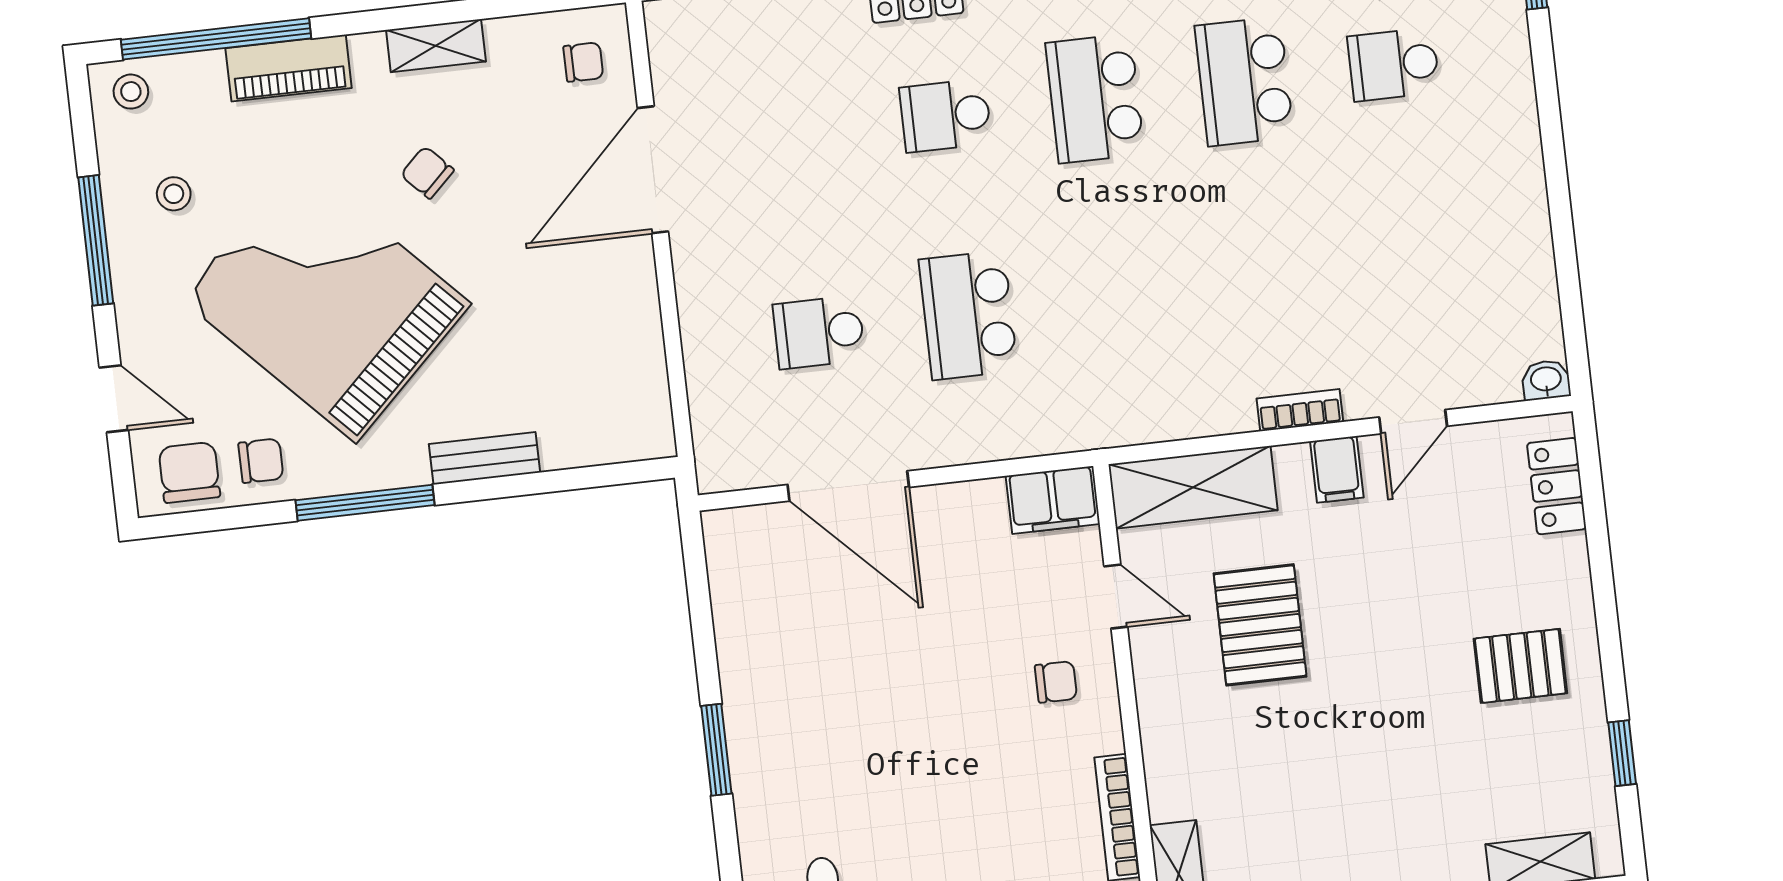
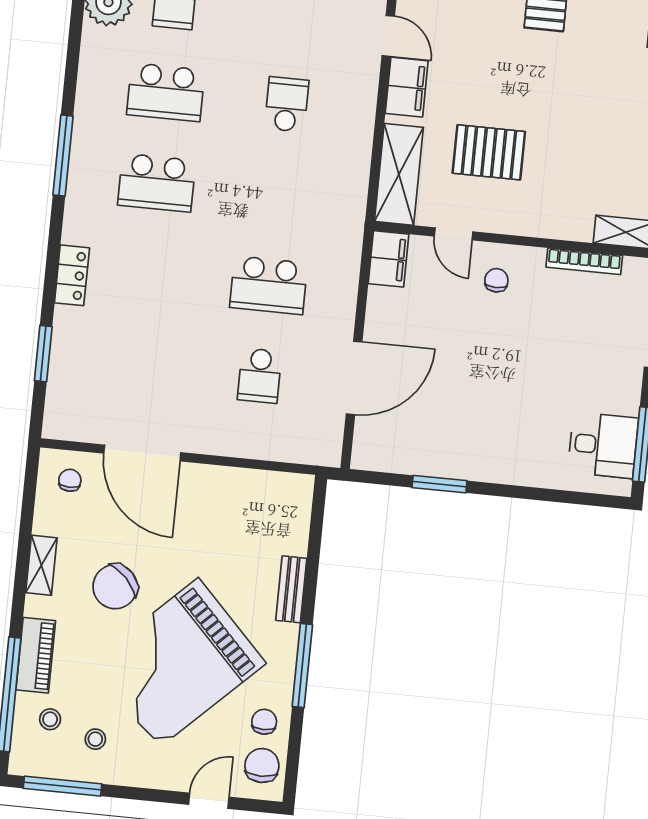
stool: (131, 92) -> (50, 719), moved
school desk: (946, 115) -> (287, 104), moved, turned 180
chair: (427, 172) -> (115, 587), width x1.87, depth x1.87
window: (96, 240) -> (62, 786), moved
bookcase: (1300, 410) -> (367, 101), removed
filing cabinet: (1337, 469) -> (407, 87), width x2.00
chair: (189, 472) -> (262, 765), turned 90
door: (1116, 596) -> (454, 234), swing flipped
window: (716, 750) -> (440, 484), moved

